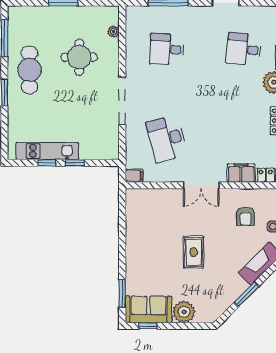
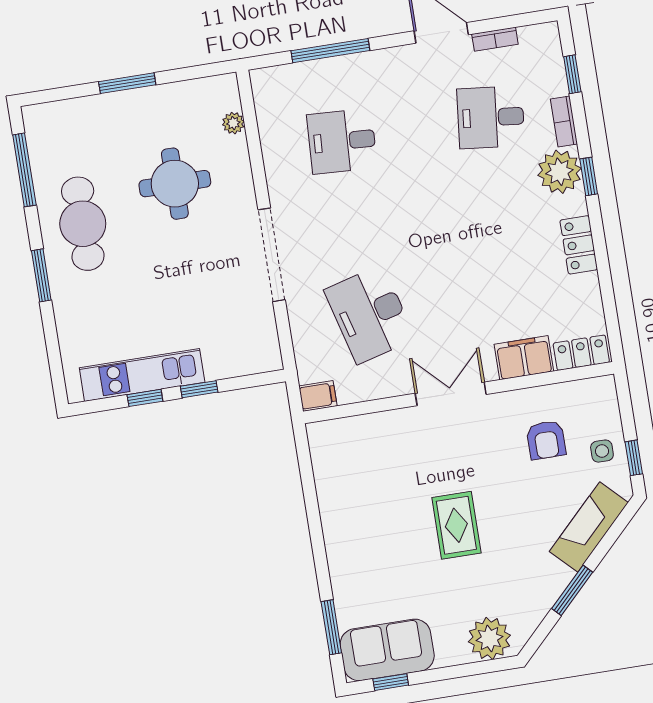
bookcase: (252, 10) -> (495, 39), added
double door: (201, 185) -> (451, 394), swing flipped
plant: (184, 312) -> (489, 638), moved

